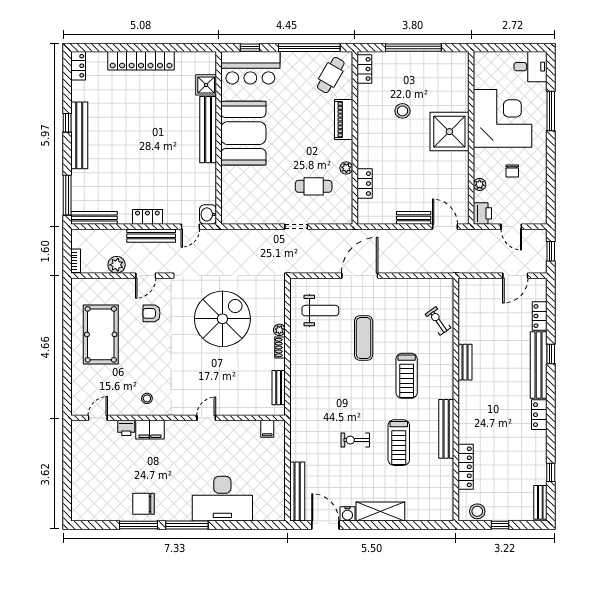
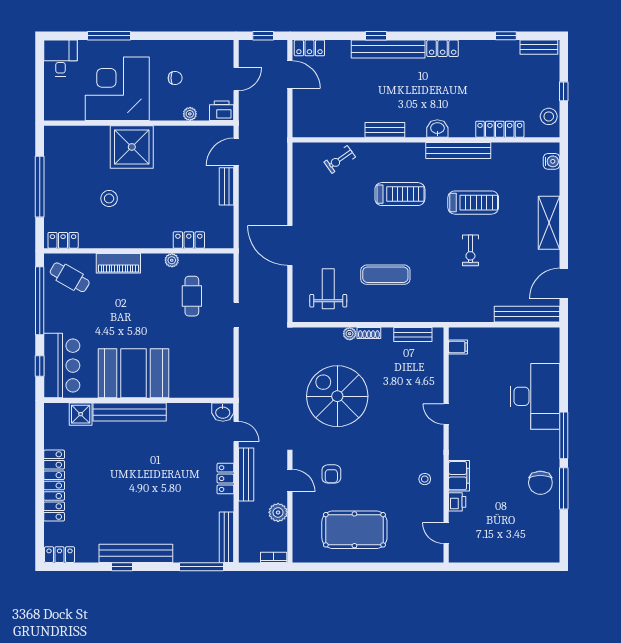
locker: (540, 316) -> (309, 48), moved
exercise mat: (364, 338) -> (385, 275), moved
washbasin: (466, 410) -> (437, 129), added
water cooler: (347, 514) -> (552, 161), moved

